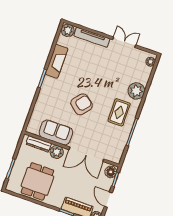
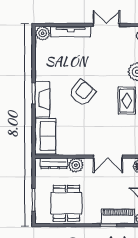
fireplace: (57, 61) -> (42, 99), moved
armchair: (82, 104) -> (82, 93), moved
sofa: (56, 132) -> (45, 136), moved, turned 90
double door: (86, 154) -> (108, 157), width x0.73

